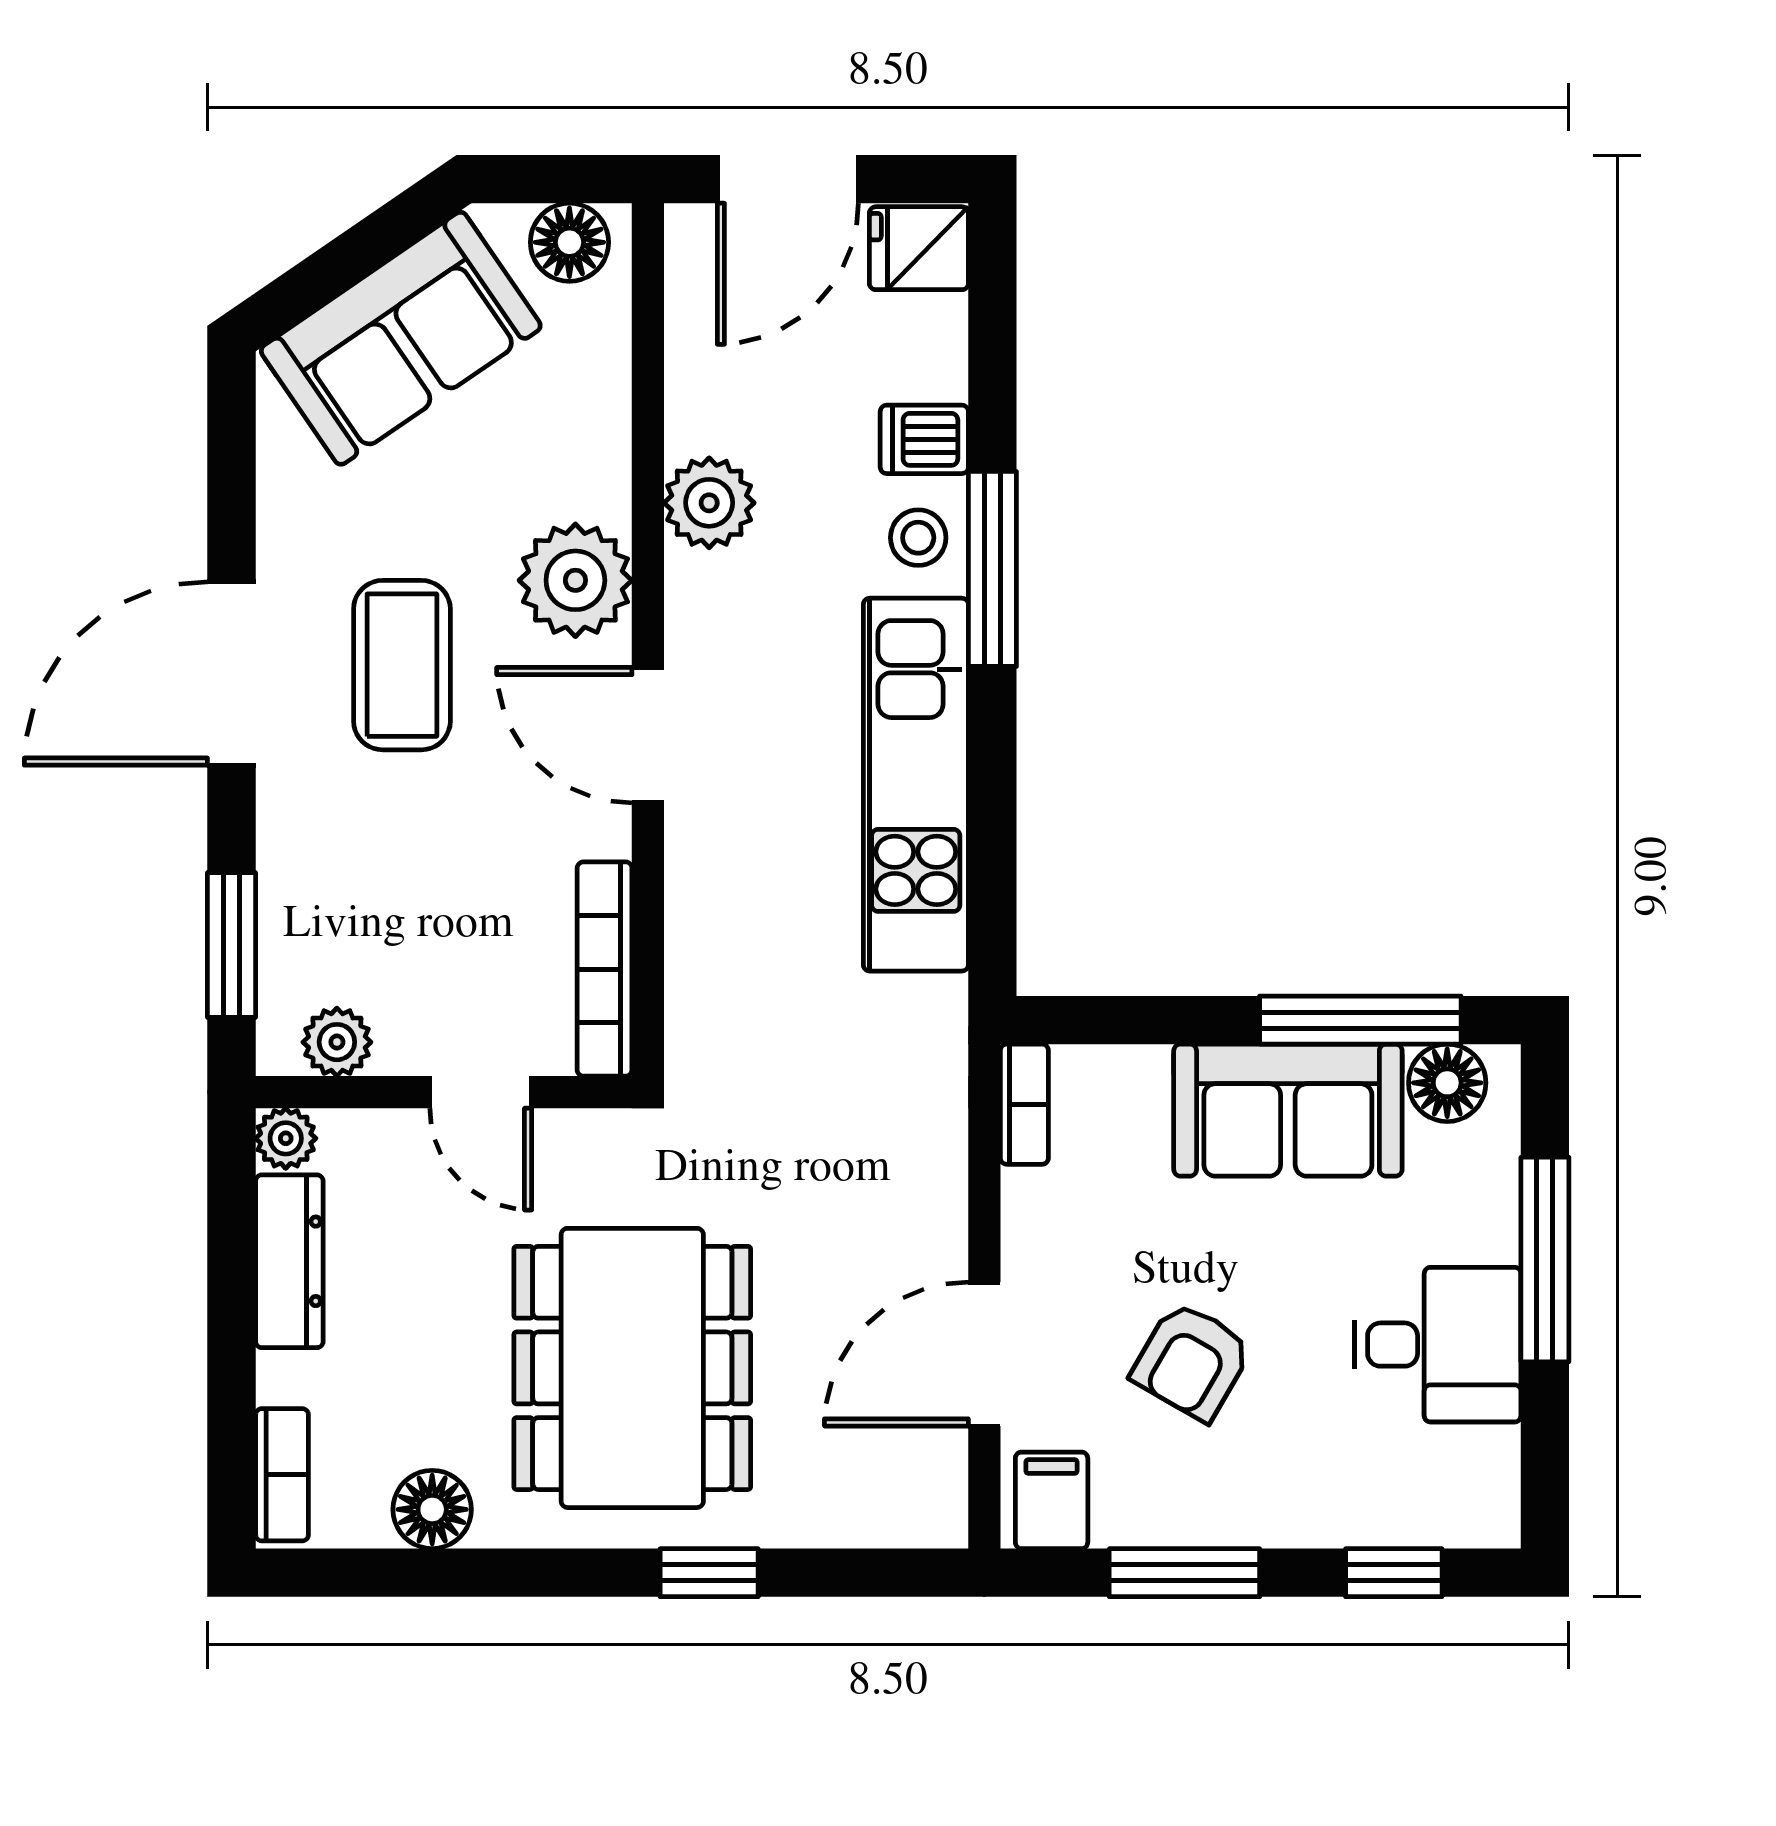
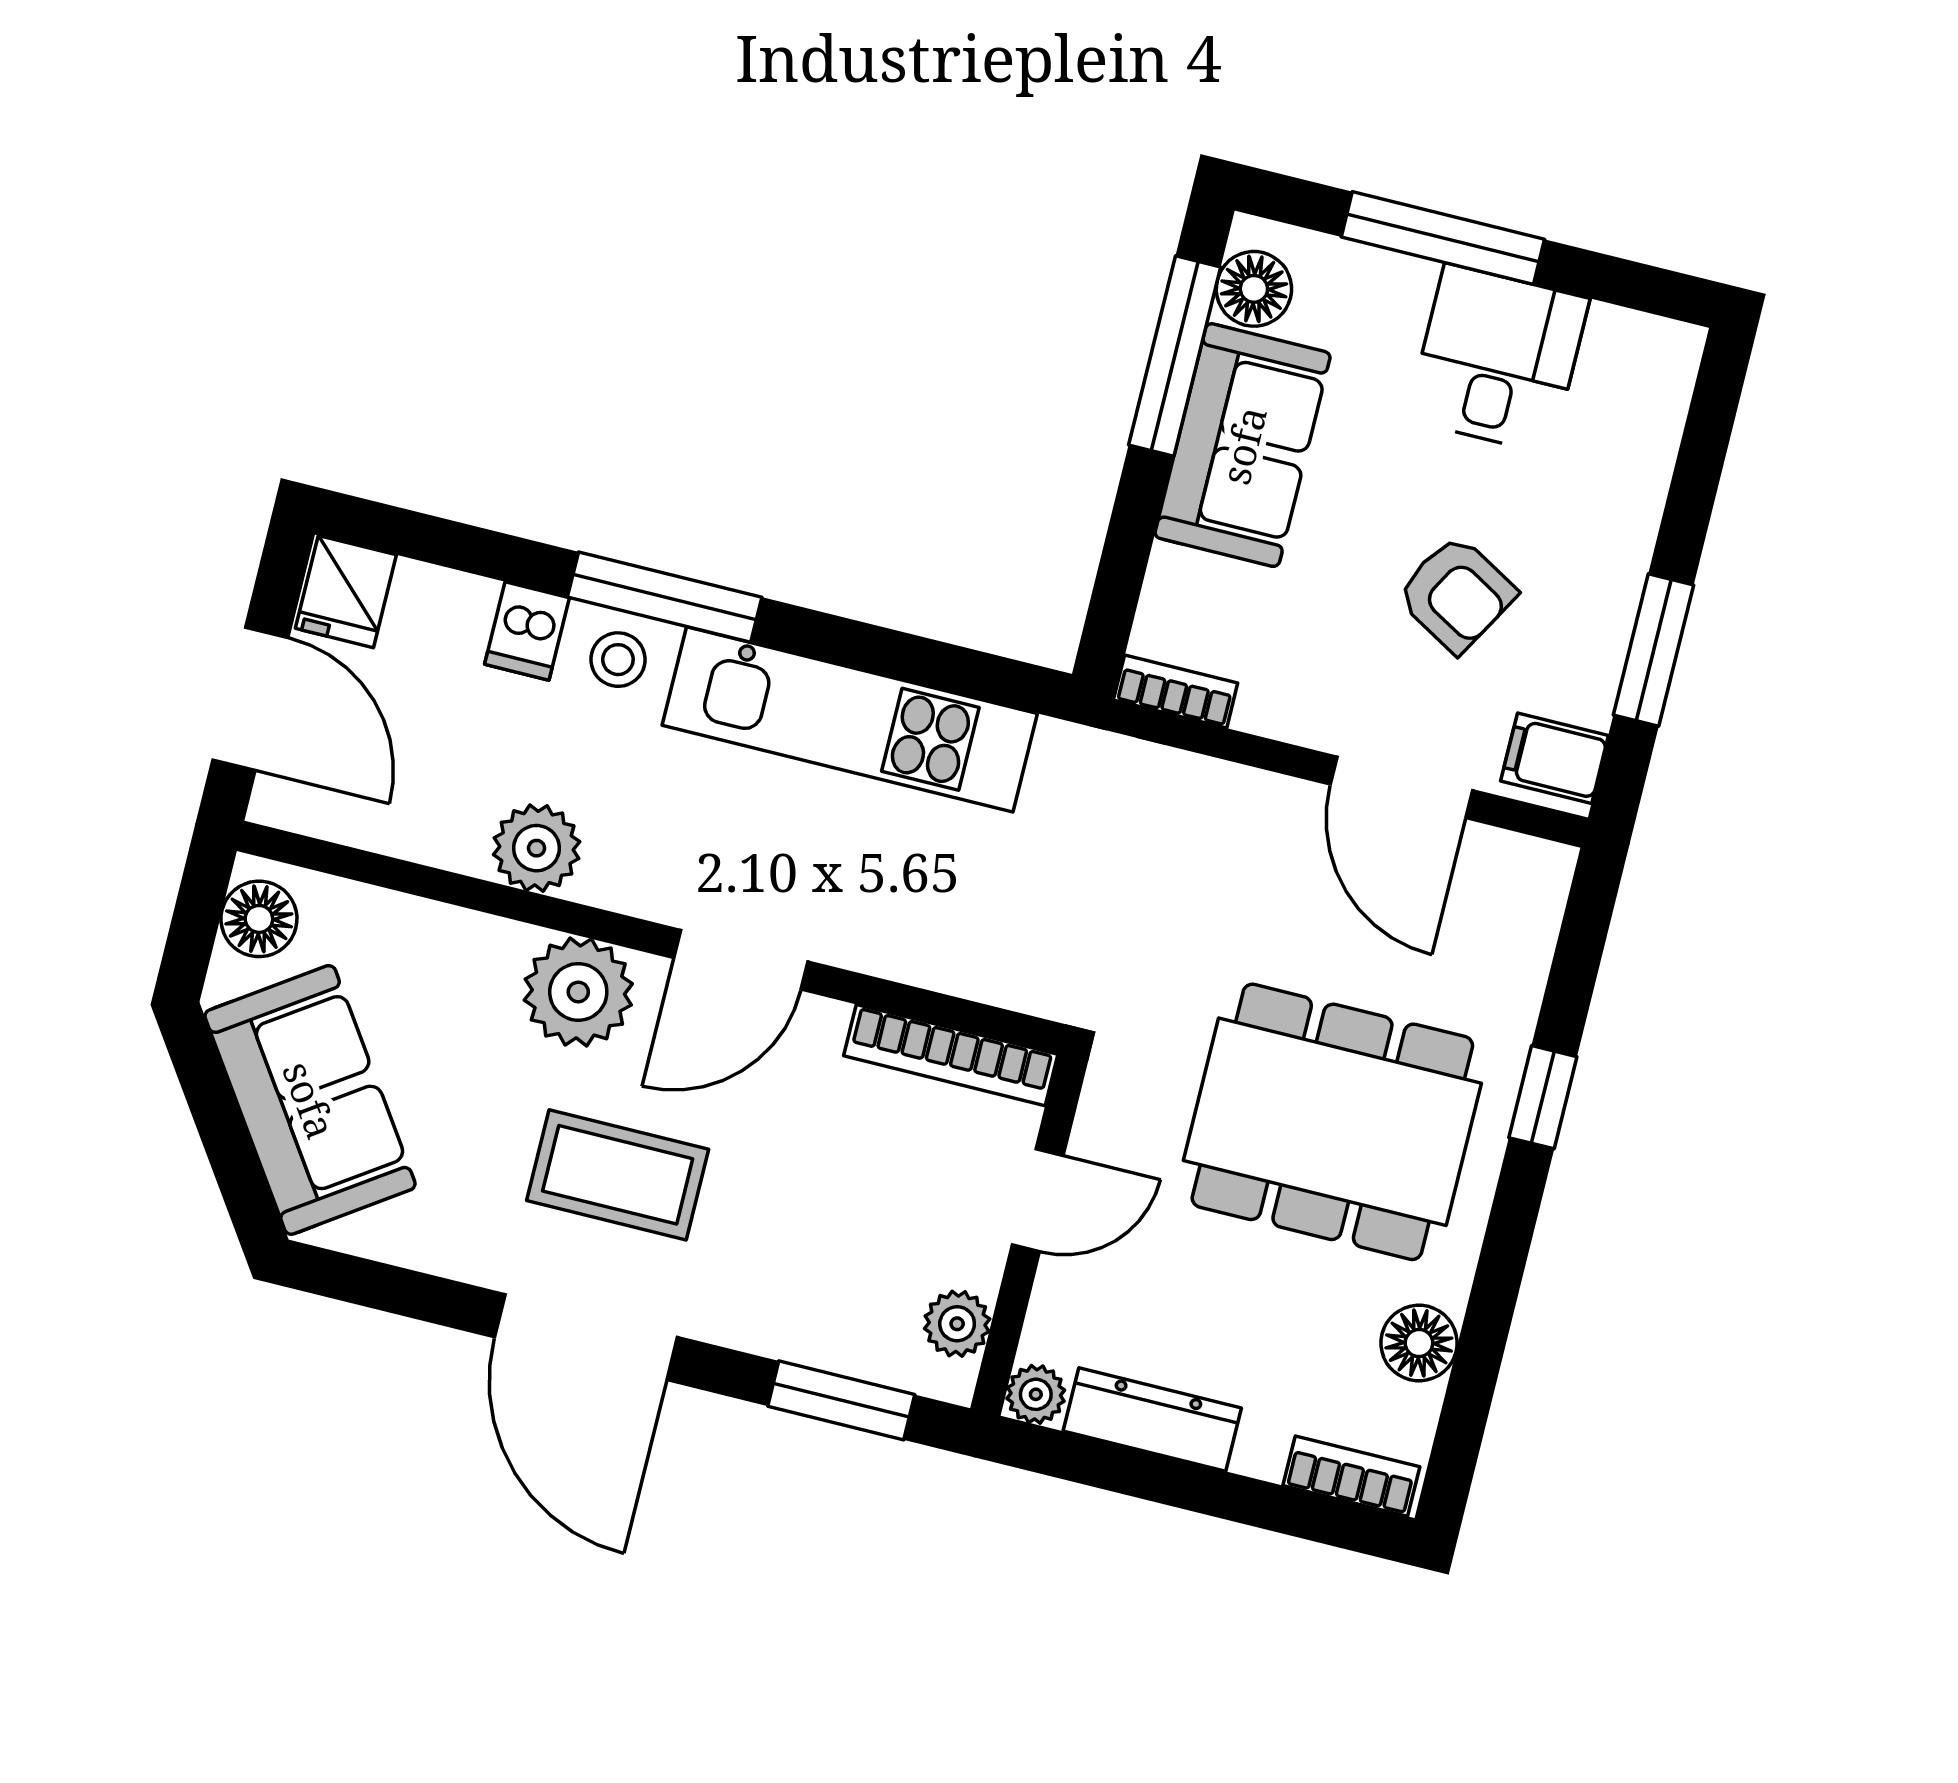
window: (1394, 1573) -> (1702, 453), removed

